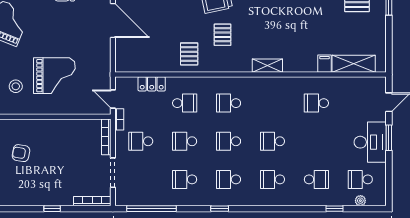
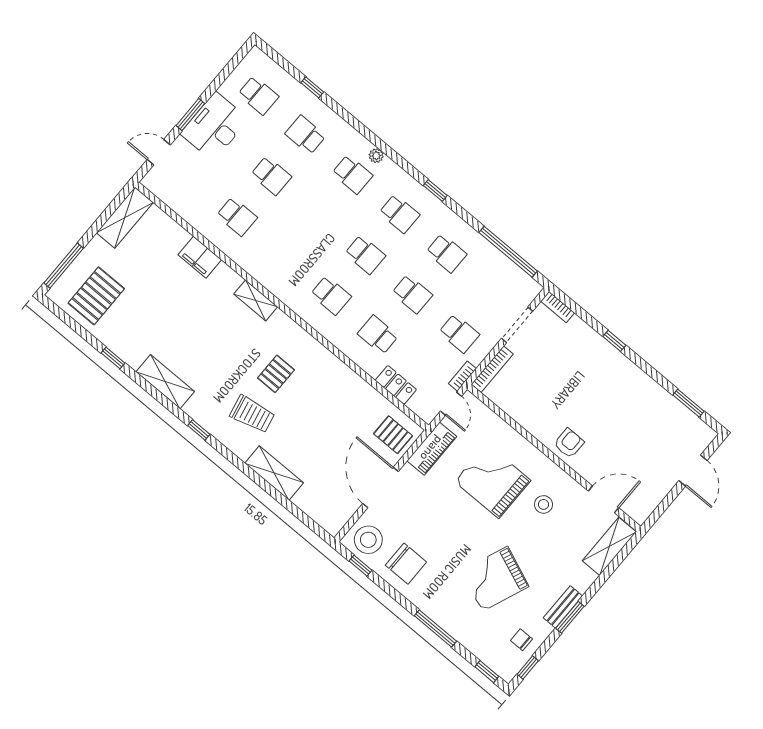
pallet: (189, 54) -> (393, 435), moved, turned 90
filing cabinet: (325, 64) -> (200, 257), width x2.00
shelving: (354, 64) -> (125, 218), moved, turned 90
piano: (103, 65) -> (432, 449), added
school desk: (272, 141) -> (271, 176), moved
armchair: (21, 153) -> (569, 443), moved, turned -100
bookcase: (92, 201) -> (558, 307), width x0.64
plant: (360, 201) -> (376, 156), moved

